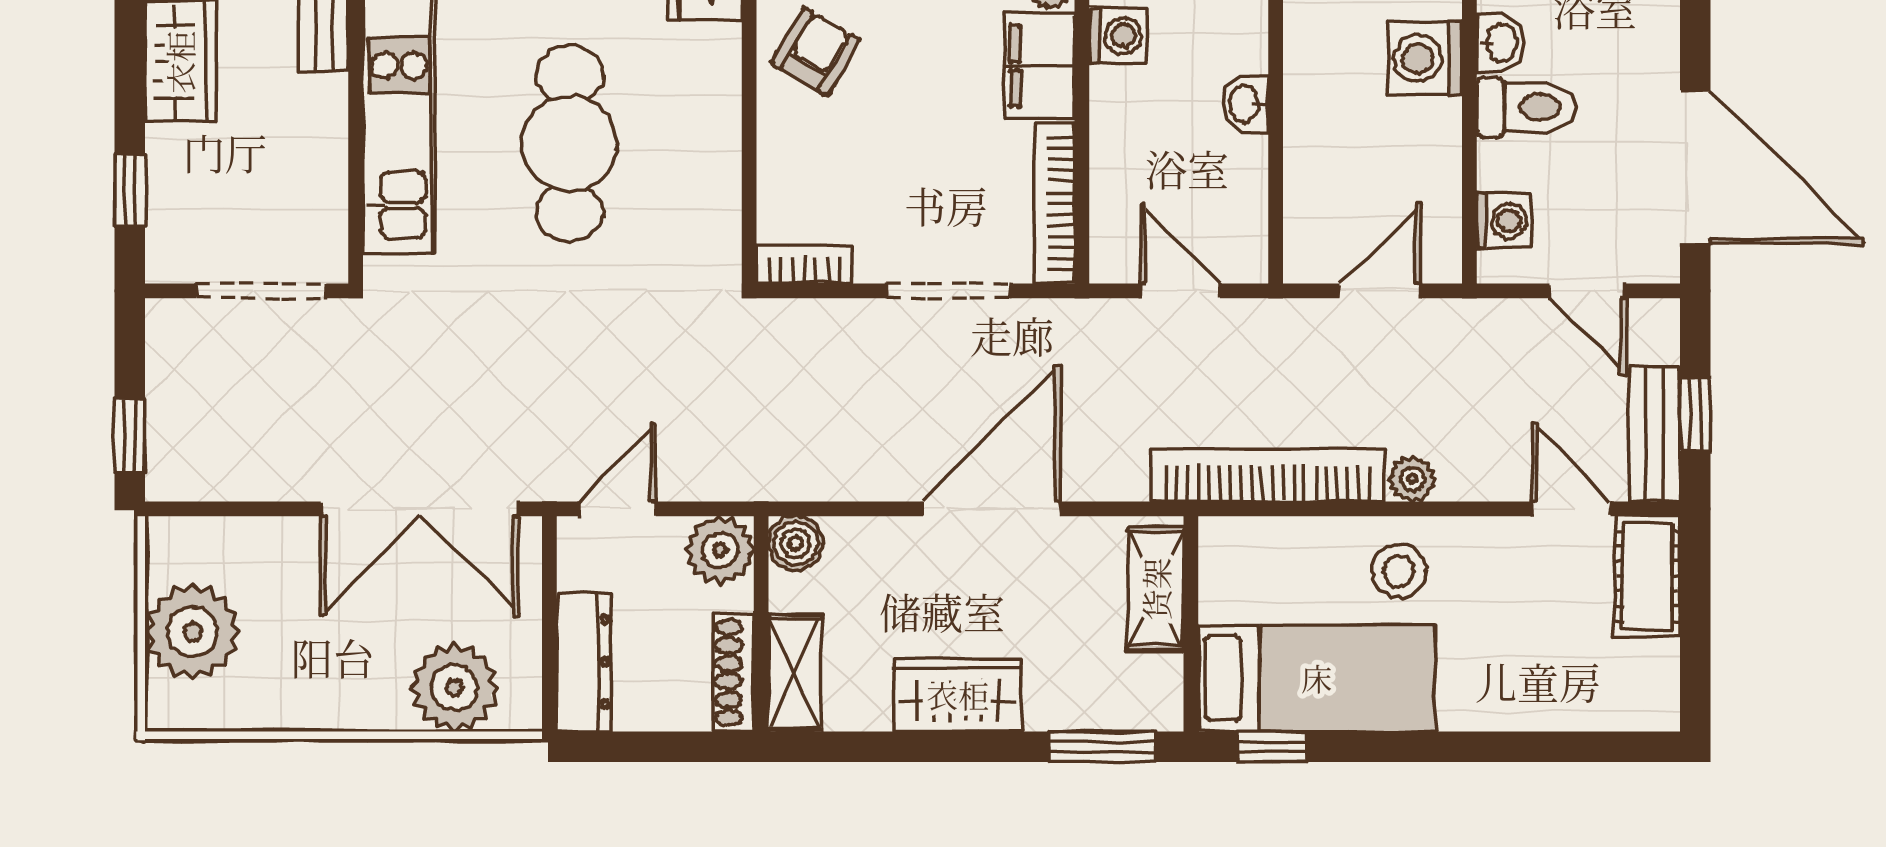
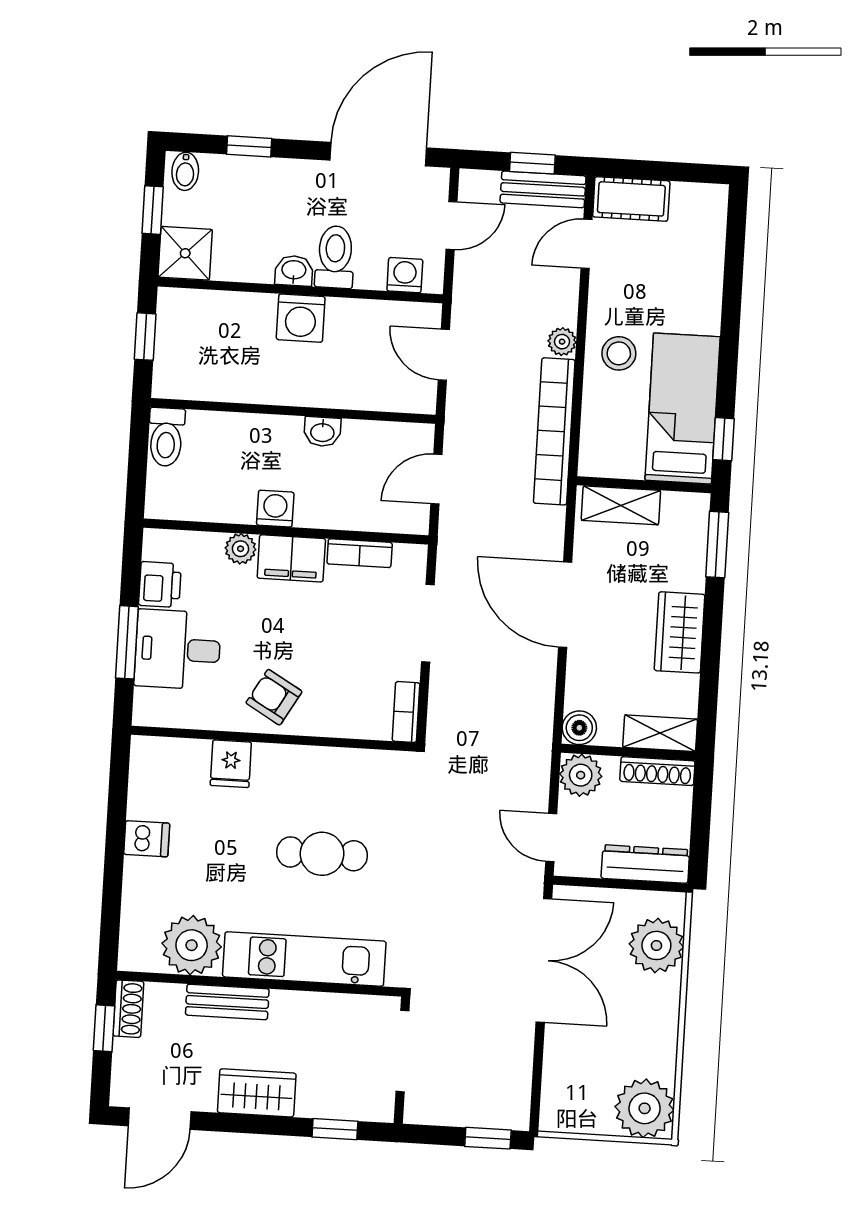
cafe table: (569, 143) -> (322, 854), width x0.73, depth x0.74
bookcase: (1054, 204) -> (360, 553), width x0.64
plant: (193, 632) -> (645, 1108), moved

